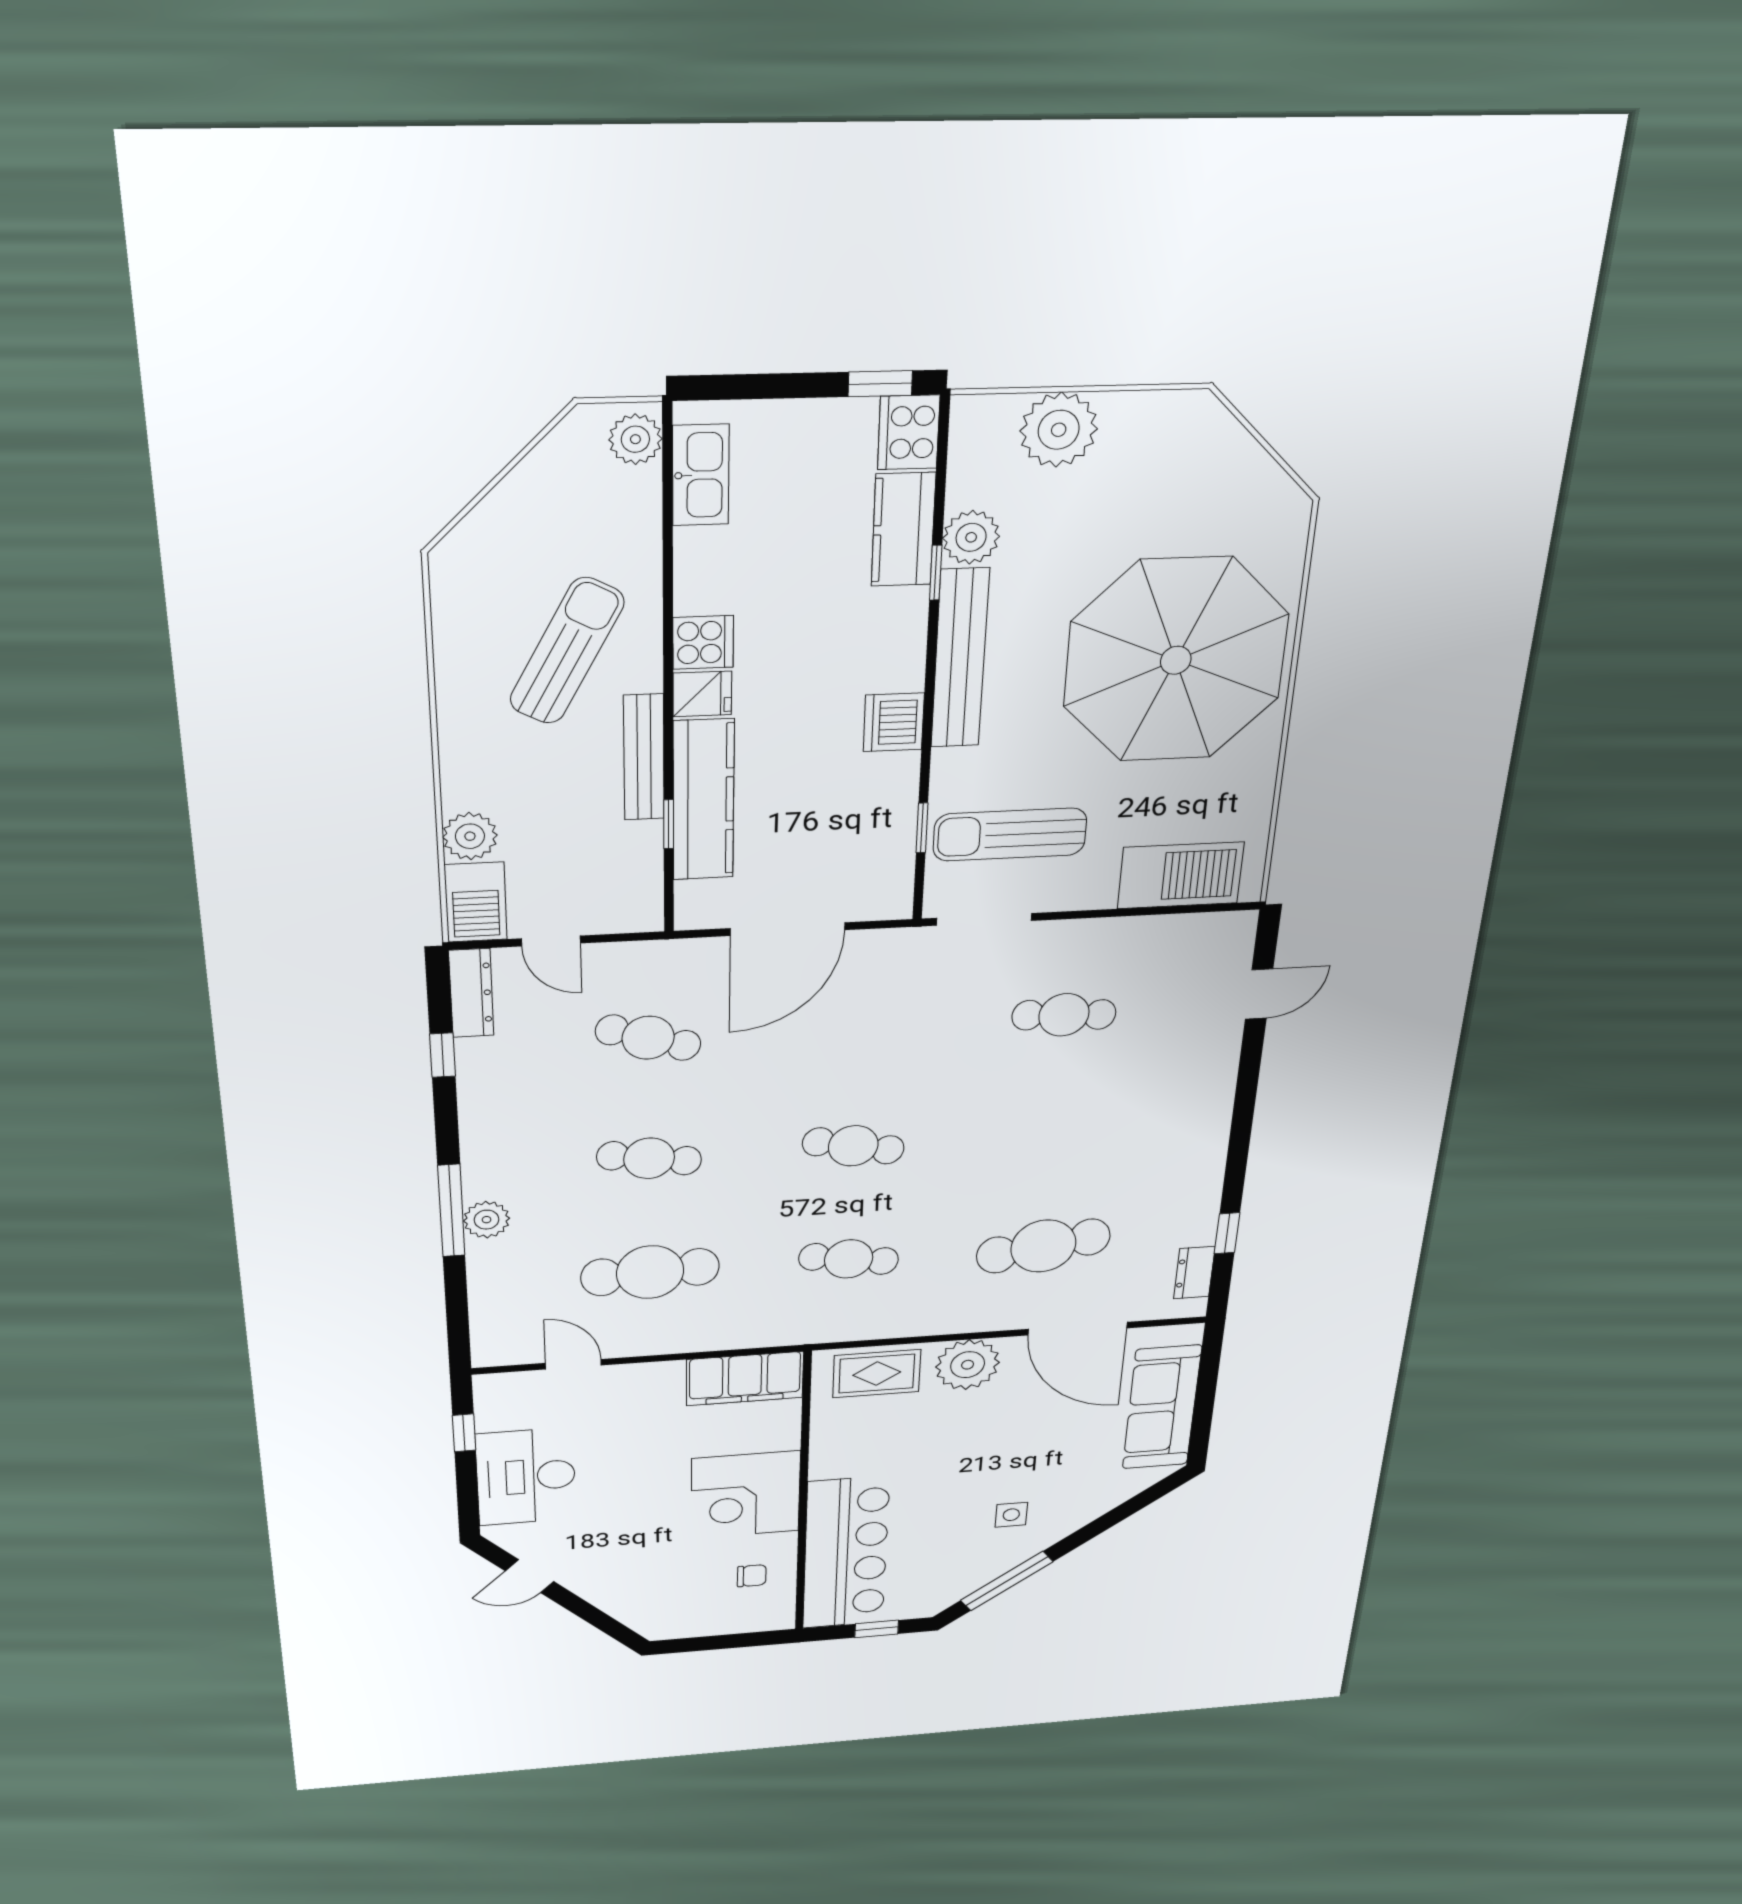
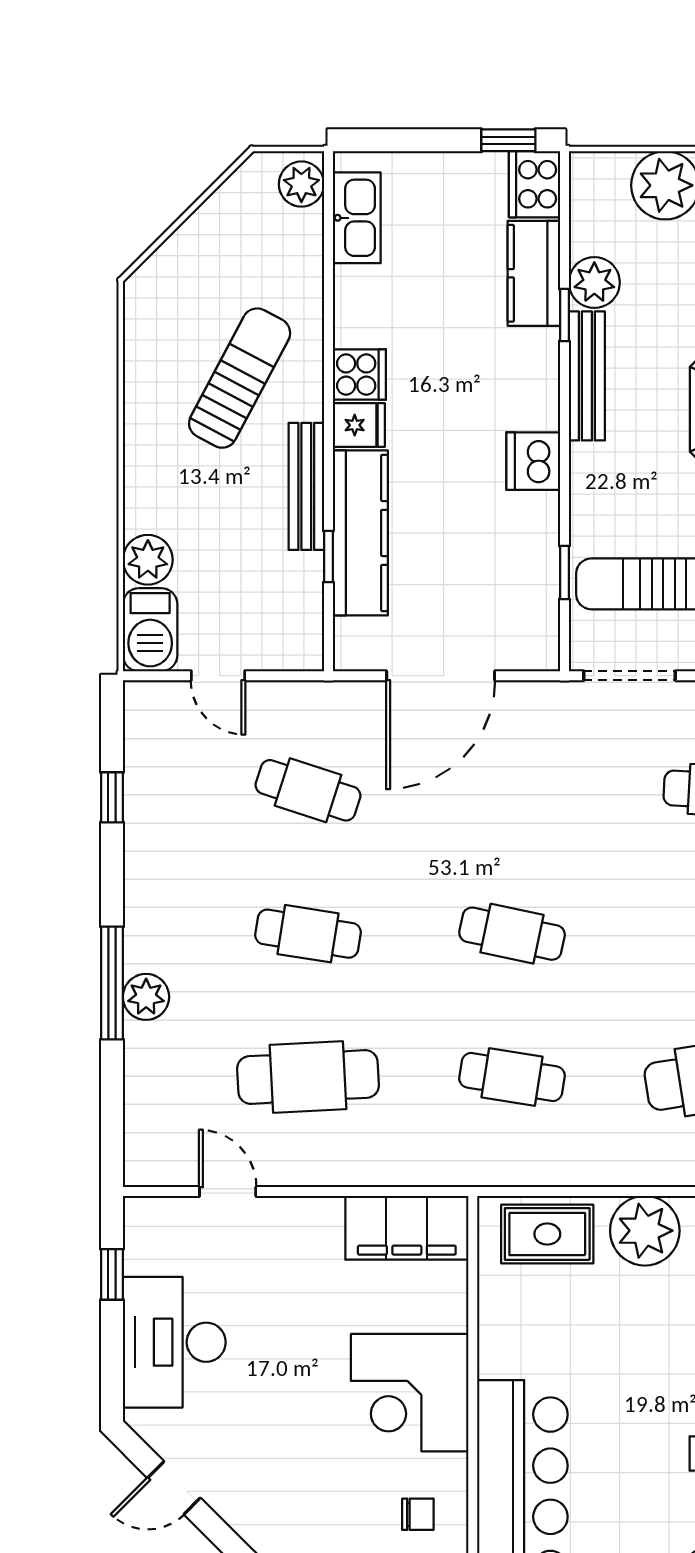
bench: (960, 659) -> (587, 376), width x0.73, depth x0.82
dresser: (471, 993) -> (142, 729), removed

